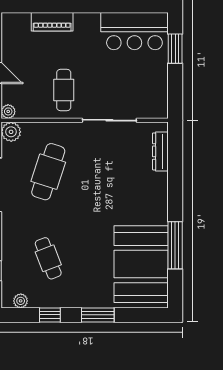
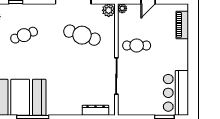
piano: (52, 22) -> (182, 25), moved

